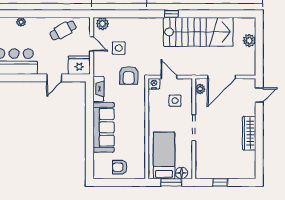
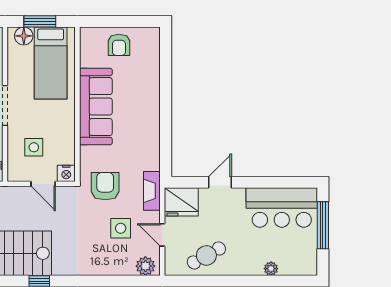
fireplace: (98, 89) -> (152, 191), moved
sofa: (104, 127) -> (96, 107), moved, turned 180
armchair: (120, 167) -> (119, 45), turned 90

